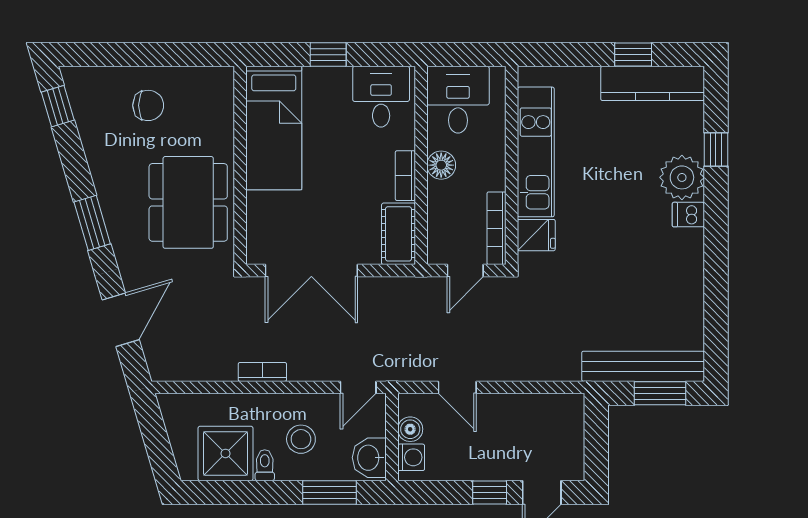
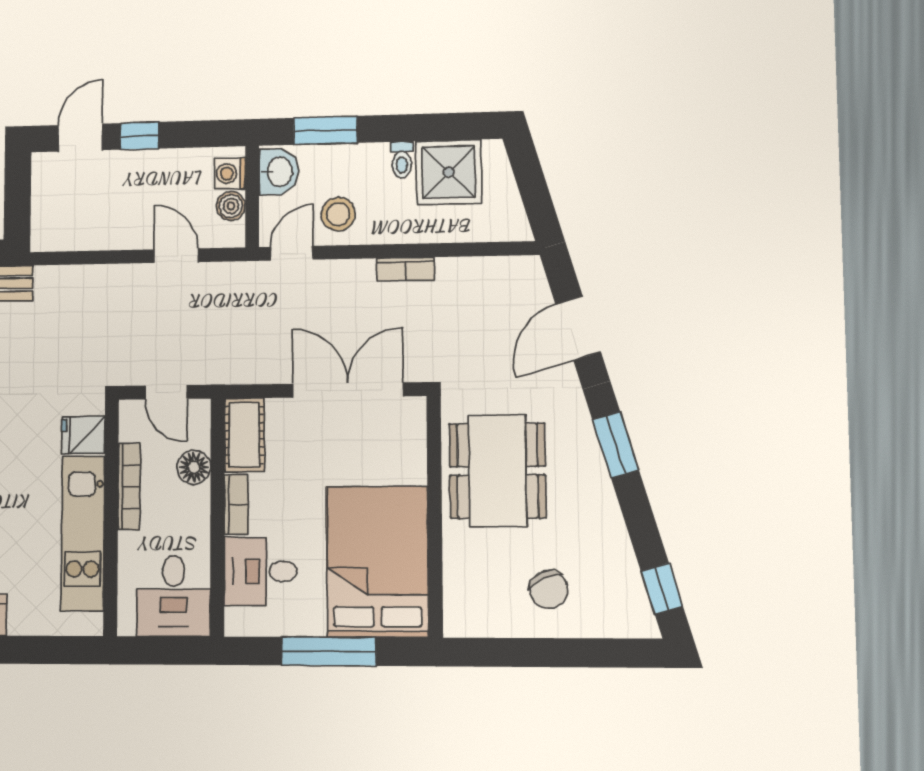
window: (328, 55) -> (329, 651), width x2.17
desk: (381, 97) -> (261, 571), moved, turned 90
chair: (148, 105) -> (549, 589), turned -114
bed: (274, 128) -> (377, 562), width x1.50
floor lamp: (441, 165) -> (194, 467), moved
bookcase: (496, 228) -> (129, 487), moved
door: (465, 271) -> (166, 392), swing flipped
stool: (301, 439) -> (338, 214), moved

